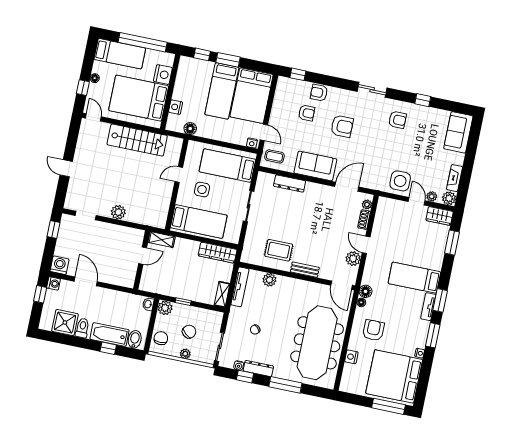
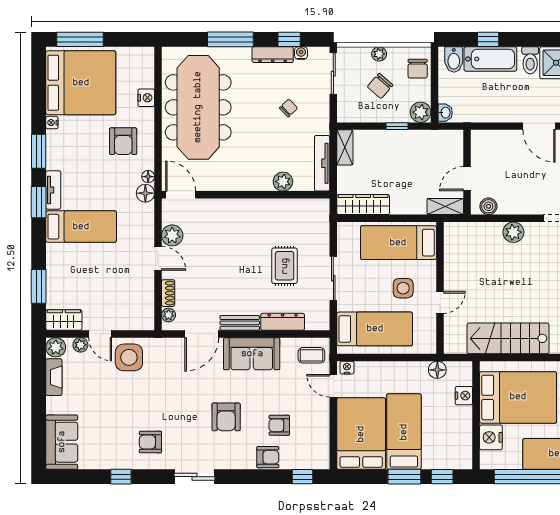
armchair: (342, 126) -> (226, 417), turned -90
boiler: (132, 234) -> (488, 206), added
rug: (279, 250) -> (285, 266), moved, turned 90
bench: (305, 270) -> (240, 323), moved

